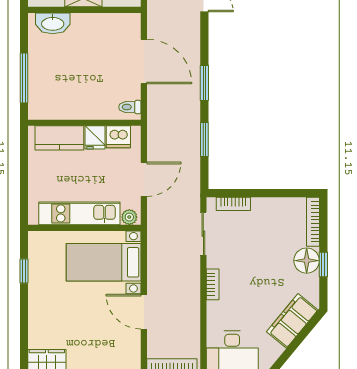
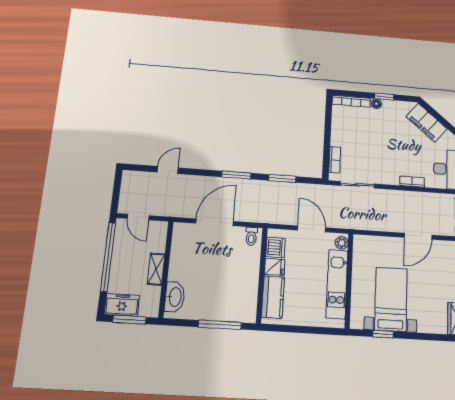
floor lamp: (307, 261) -> (376, 104), width x0.53, depth x0.53
bed with nightstands: (104, 262) -> (391, 299), moved, turned 180
bookcase: (213, 284) -> (412, 182), moved

